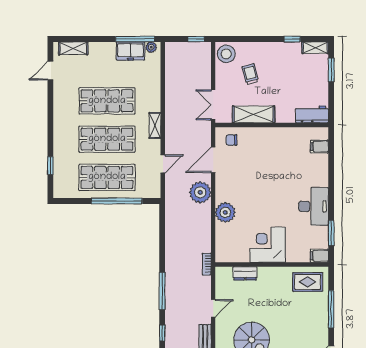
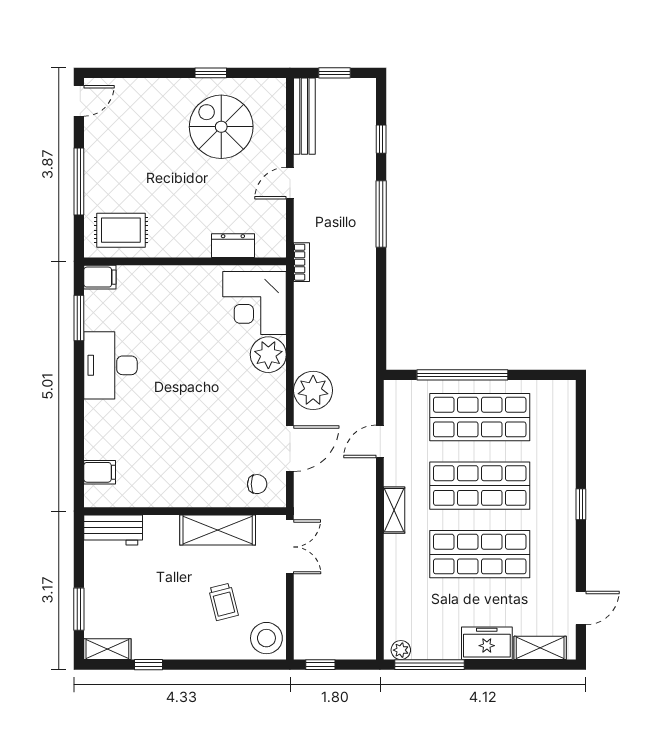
freezer: (131, 51) -> (487, 643), moved
window: (50, 166) -> (581, 504), moved
corner desk: (268, 245) -> (255, 303), moved, turned 90

